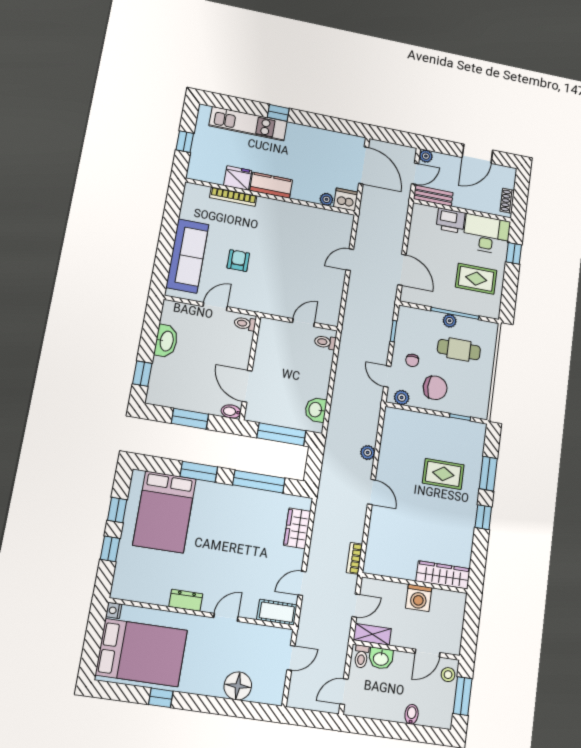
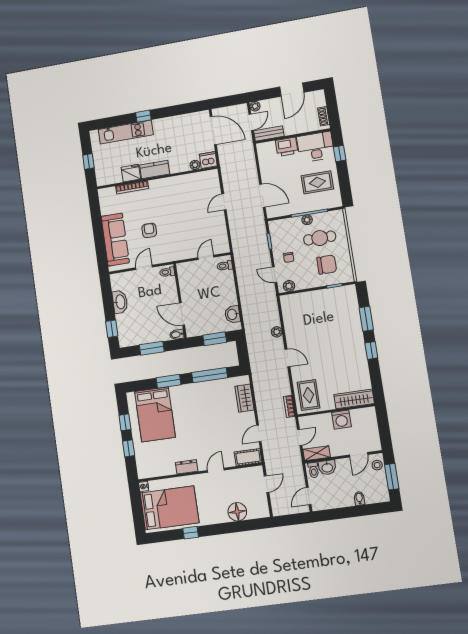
chair: (435, 388) -> (327, 265), moved
window: (281, 434) -> (215, 339), width x0.69
rug: (443, 474) -> (309, 395), moved, turned 90

